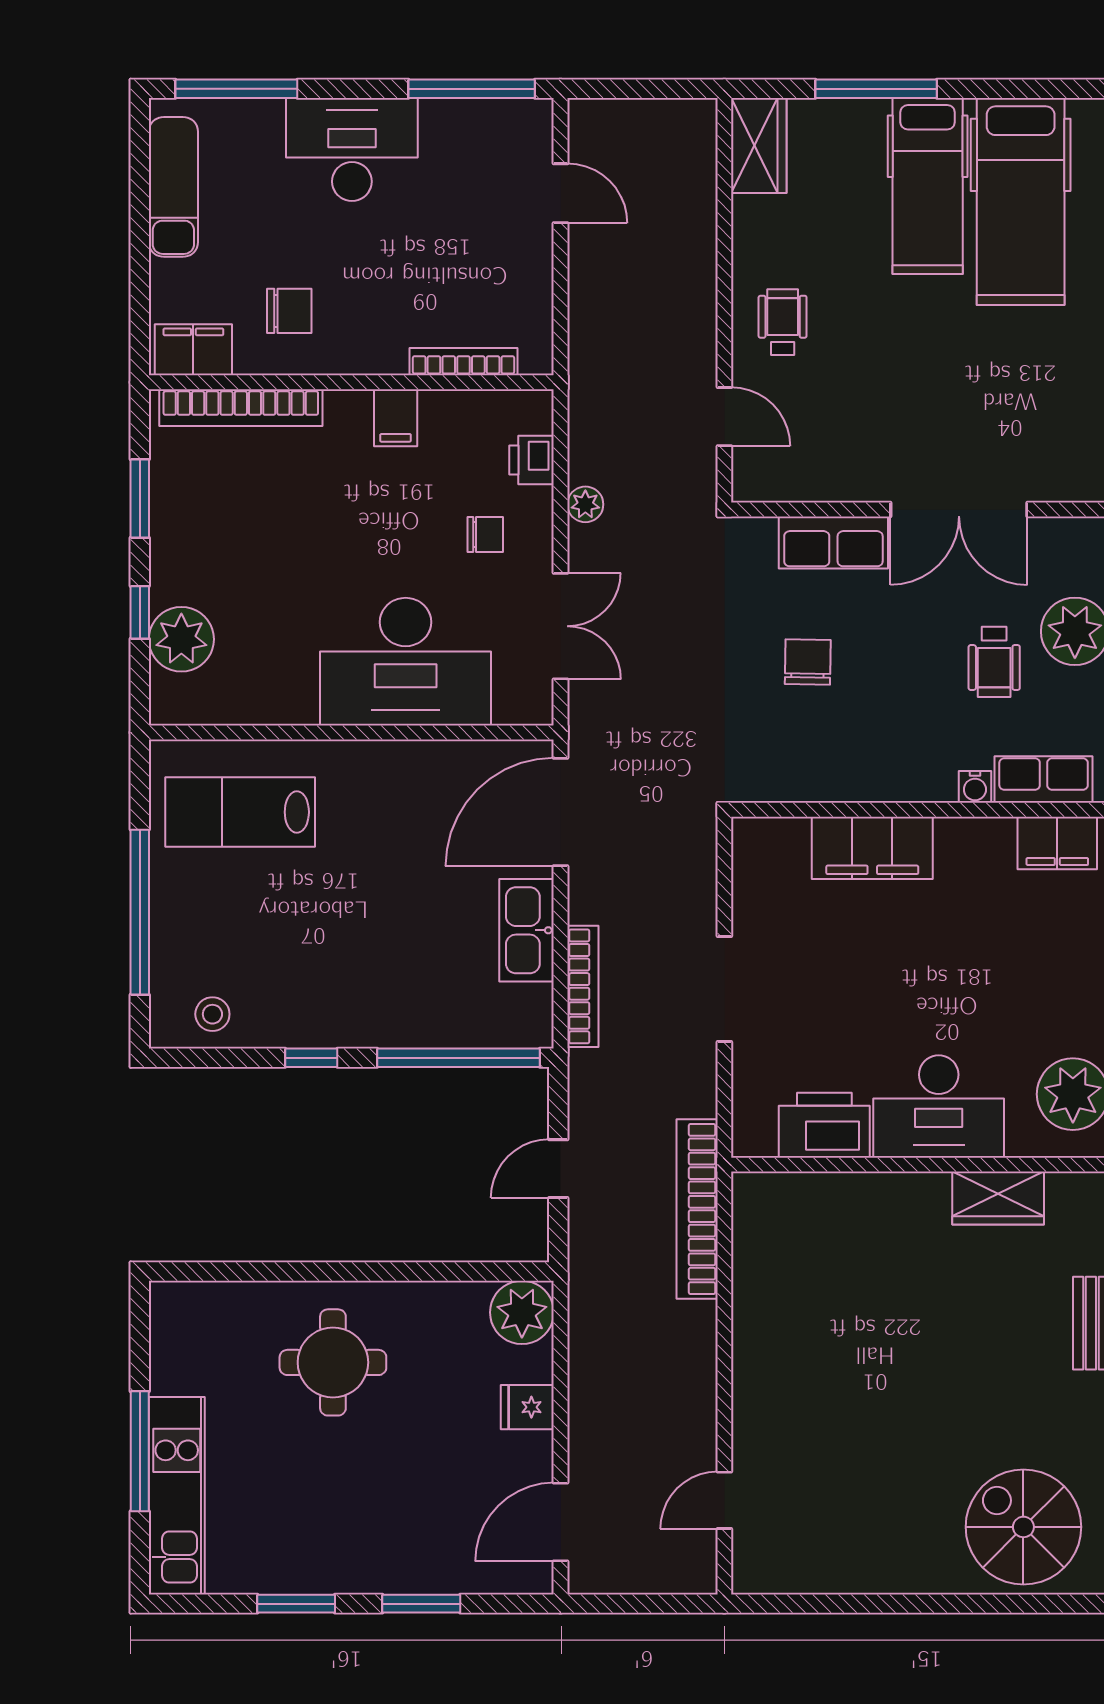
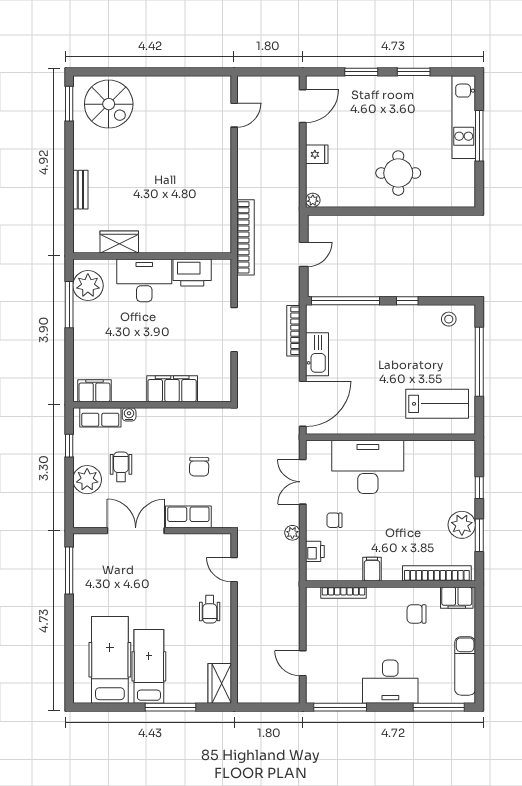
plant: (181, 639) -> (462, 525), moved
plant: (522, 1312) -> (313, 200), width x0.53, depth x0.53

